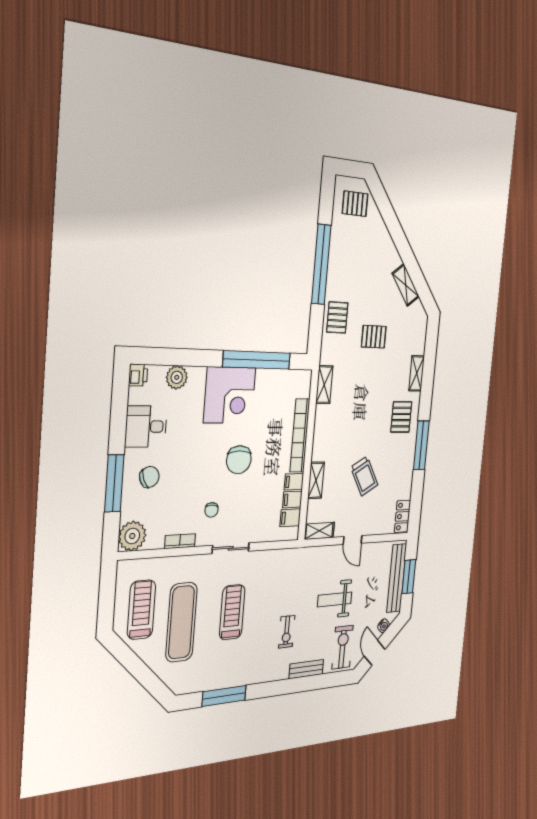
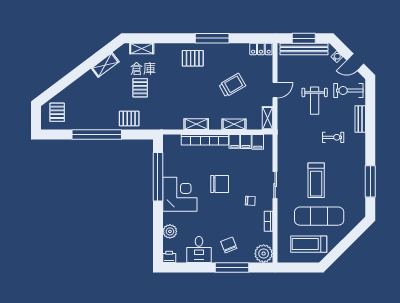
shelving: (417, 373) -> (142, 48), moved
shelving: (324, 385) -> (196, 124), moved
treadmill: (232, 612) -> (316, 180), turned -90

